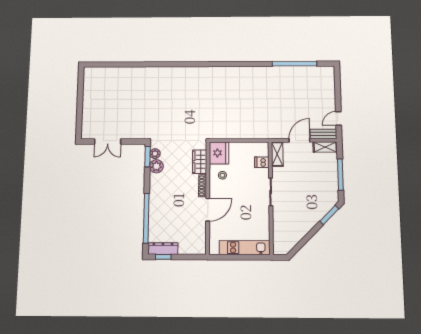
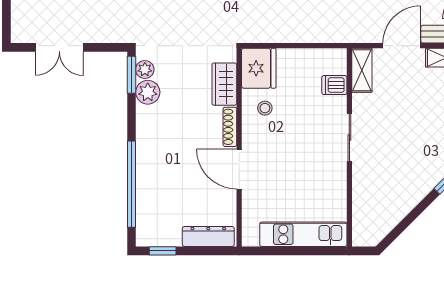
door: (208, 210) -> (239, 169), swing flipped
dresser: (163, 249) -> (208, 236), moved

